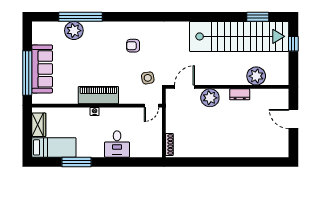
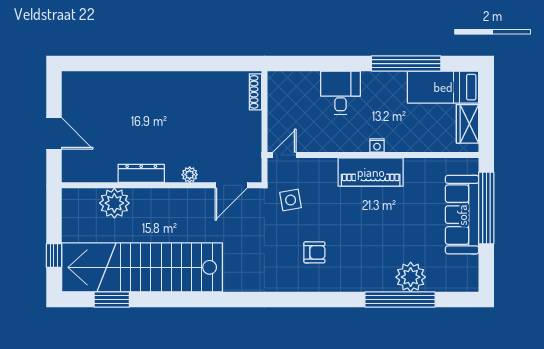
dresser: (240, 94) -> (141, 173), width x1.44
plant: (210, 98) -> (190, 175), width x0.53, depth x0.53
window: (77, 162) -> (406, 64), width x1.46

